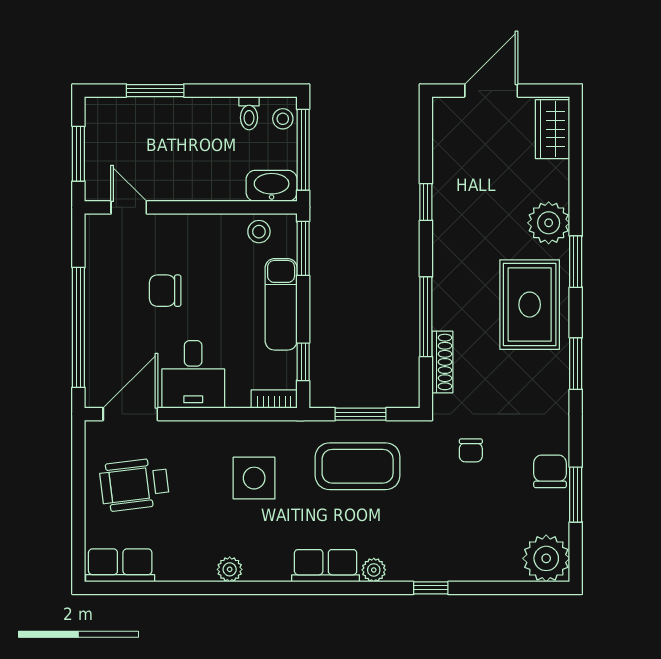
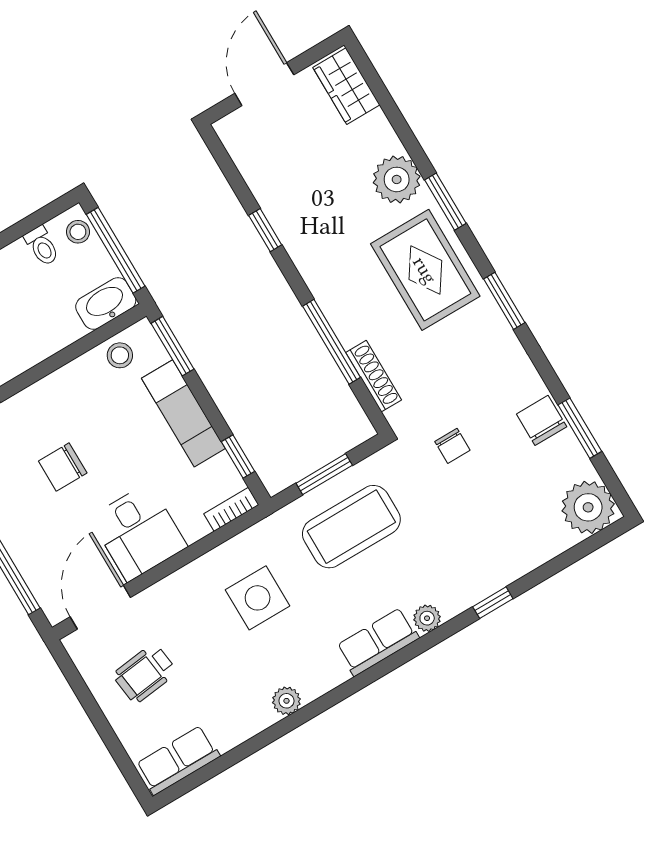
wheelchair: (134, 485) -> (145, 673), width x0.73, depth x0.73

